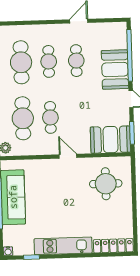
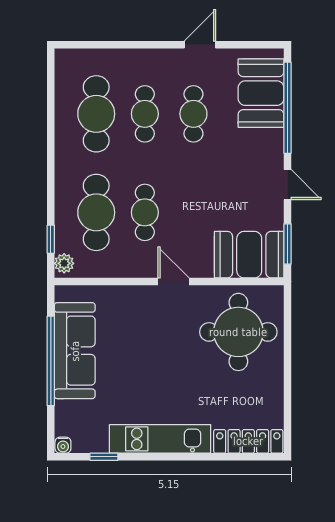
booth: (115, 69) -> (261, 93), moved
round table: (106, 184) -> (238, 332), width x1.36, depth x1.36

